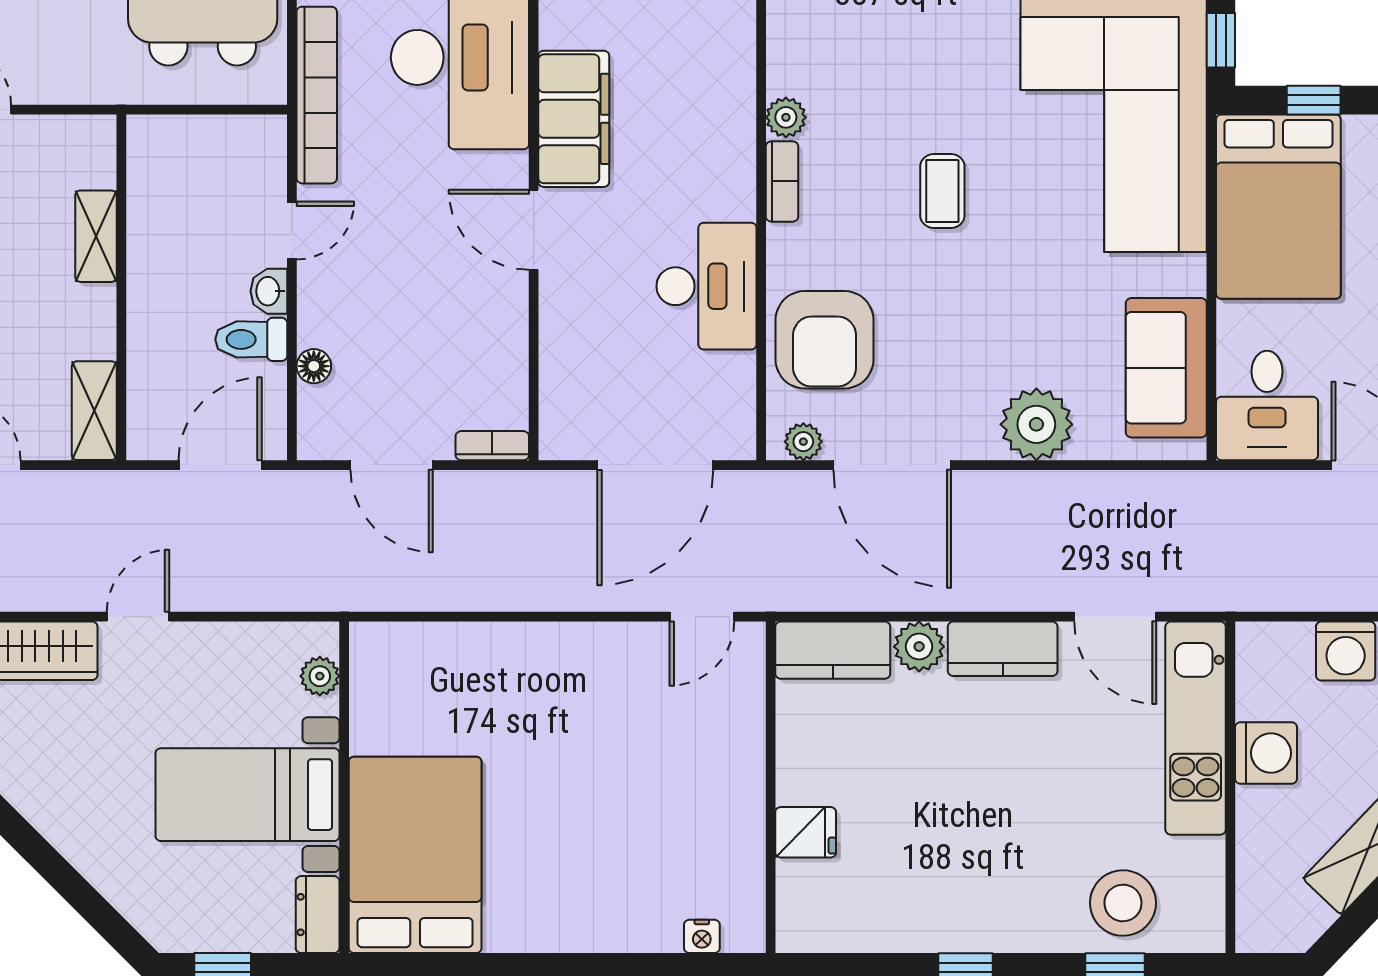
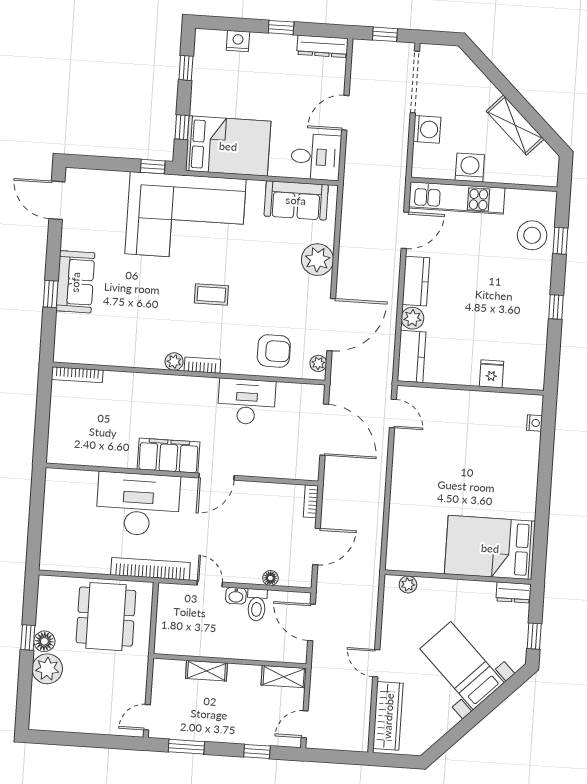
armchair: (825, 340) -> (274, 351), width x0.73, depth x0.73
bed with nightstands: (247, 795) -> (462, 666), moved, turned 135

